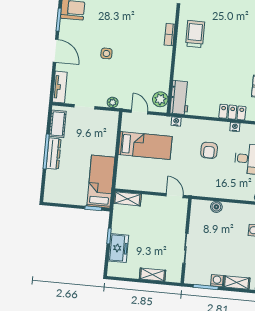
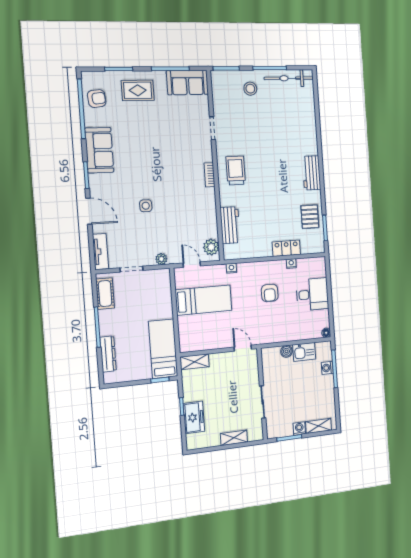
workbench: (180, 97) -> (230, 225), moved
dresser: (54, 154) -> (108, 354), moved
kitchen sink: (234, 211) -> (304, 352), added

